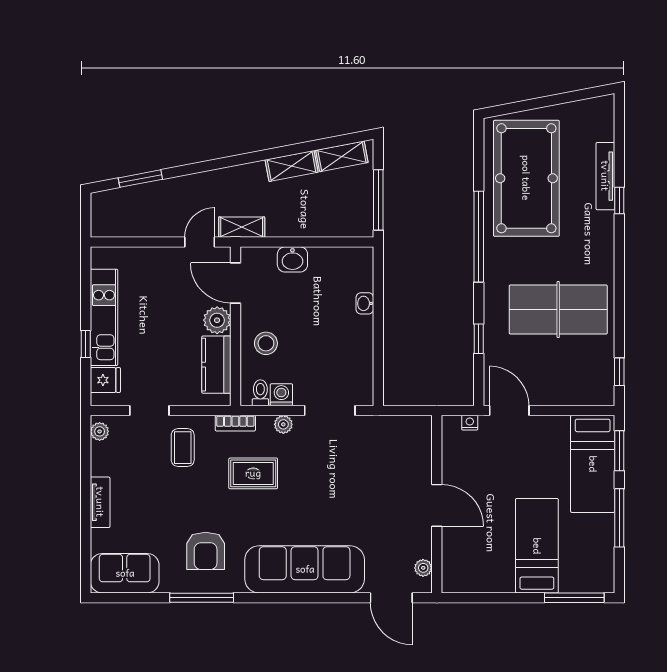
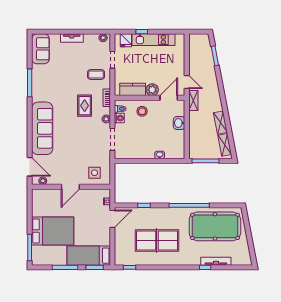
table tennis table: (558, 310) -> (157, 240), turned 90
side table: (405, 451) -> (95, 173), added
bed: (537, 546) -> (53, 231), width x1.50
armchair: (206, 551) -> (50, 85), removed
door: (391, 598) -> (30, 167), swing flipped

